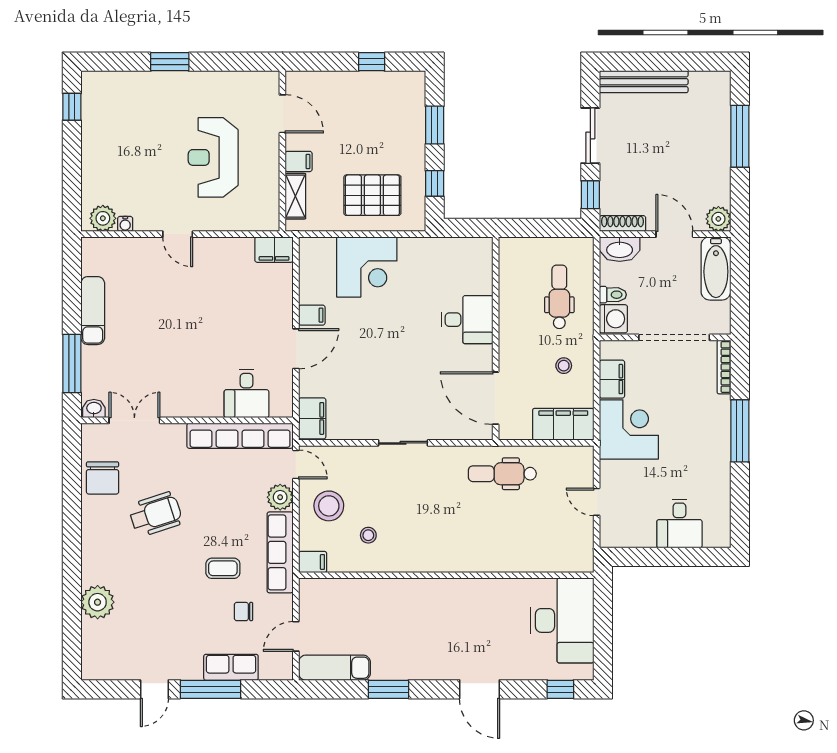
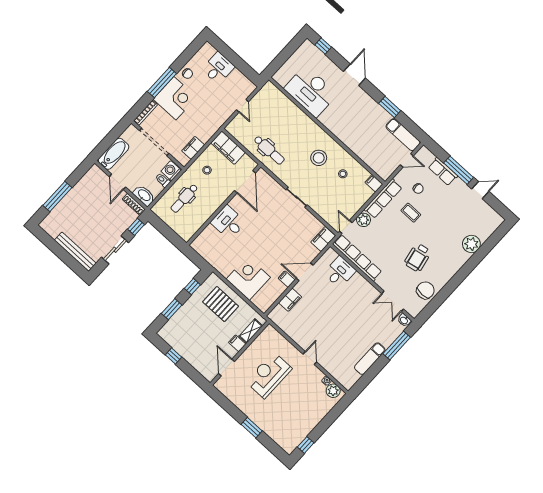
reception desk: (213, 157) -> (269, 375), turned 180
plant: (718, 219) -> (95, 172), removed
filing cabinet: (274, 250) -> (290, 300), moved, turned 90
corner desk: (629, 429) -> (175, 98), moved, turned 180
chair: (715, 476) -> (188, 74), added
stool: (329, 506) -> (319, 158), moved
wheelchair: (156, 514) -> (418, 257), turned -83
desk: (562, 620) -> (311, 91), moved, turned -90

